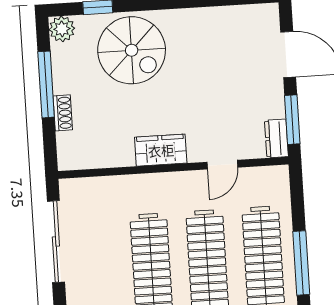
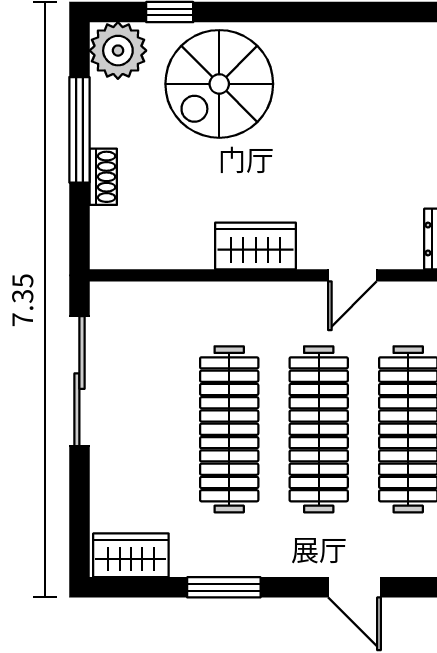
plant: (62, 29) -> (118, 51), width x1.36, depth x1.36
spiral stairs: (132, 50) -> (219, 84), turned 90

